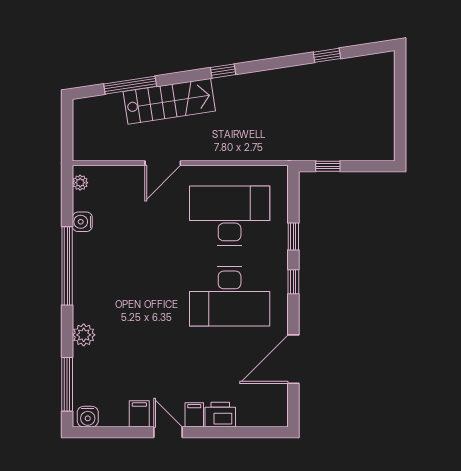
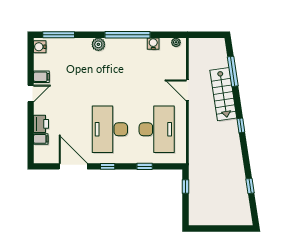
window: (293, 282) -> (108, 166), moved
plant: (84, 335) -> (98, 44), moved
filing cabinet: (194, 415) -> (41, 139), moved

